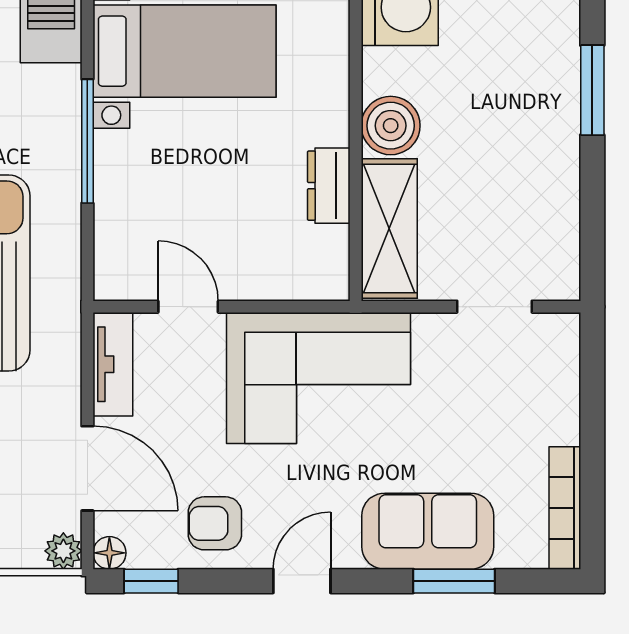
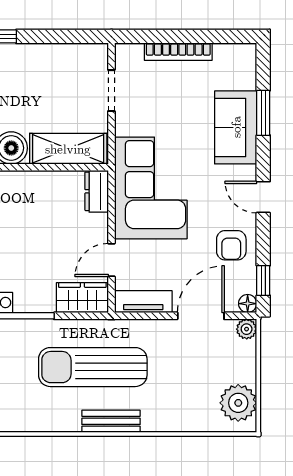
dresser: (329, 186) -> (97, 191), moved, turned 90
wardrobe: (120, 254) -> (82, 298), added
bookcase: (565, 508) -> (178, 52), moved

